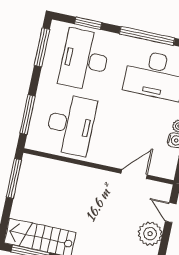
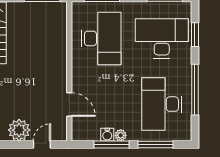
desk: (71, 125) -> (101, 38), turned -90

